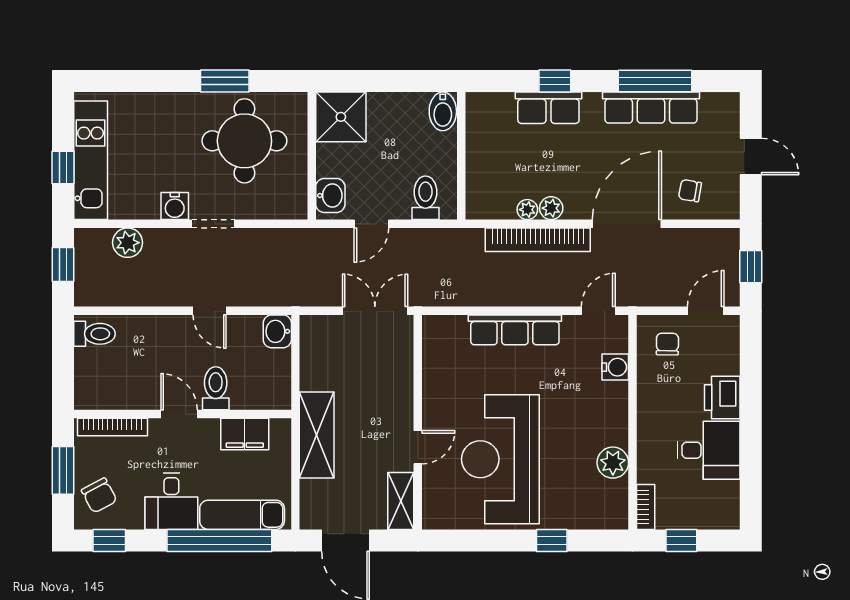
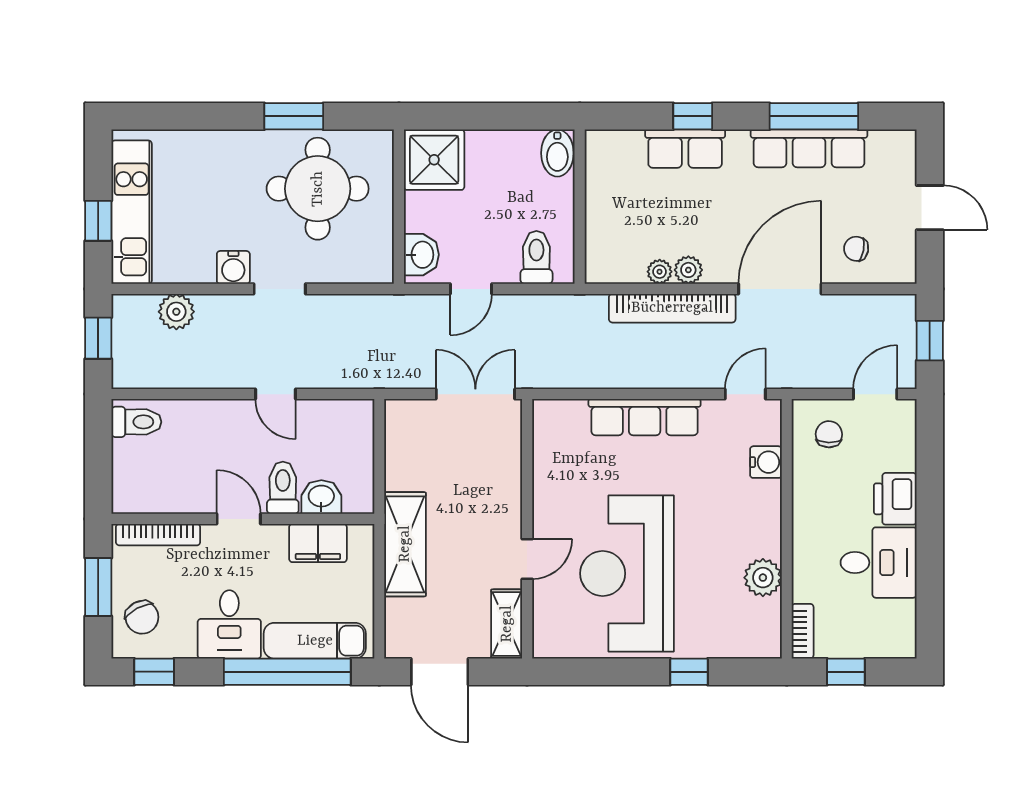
washbasin: (277, 331) -> (321, 497), moved, turned 90

